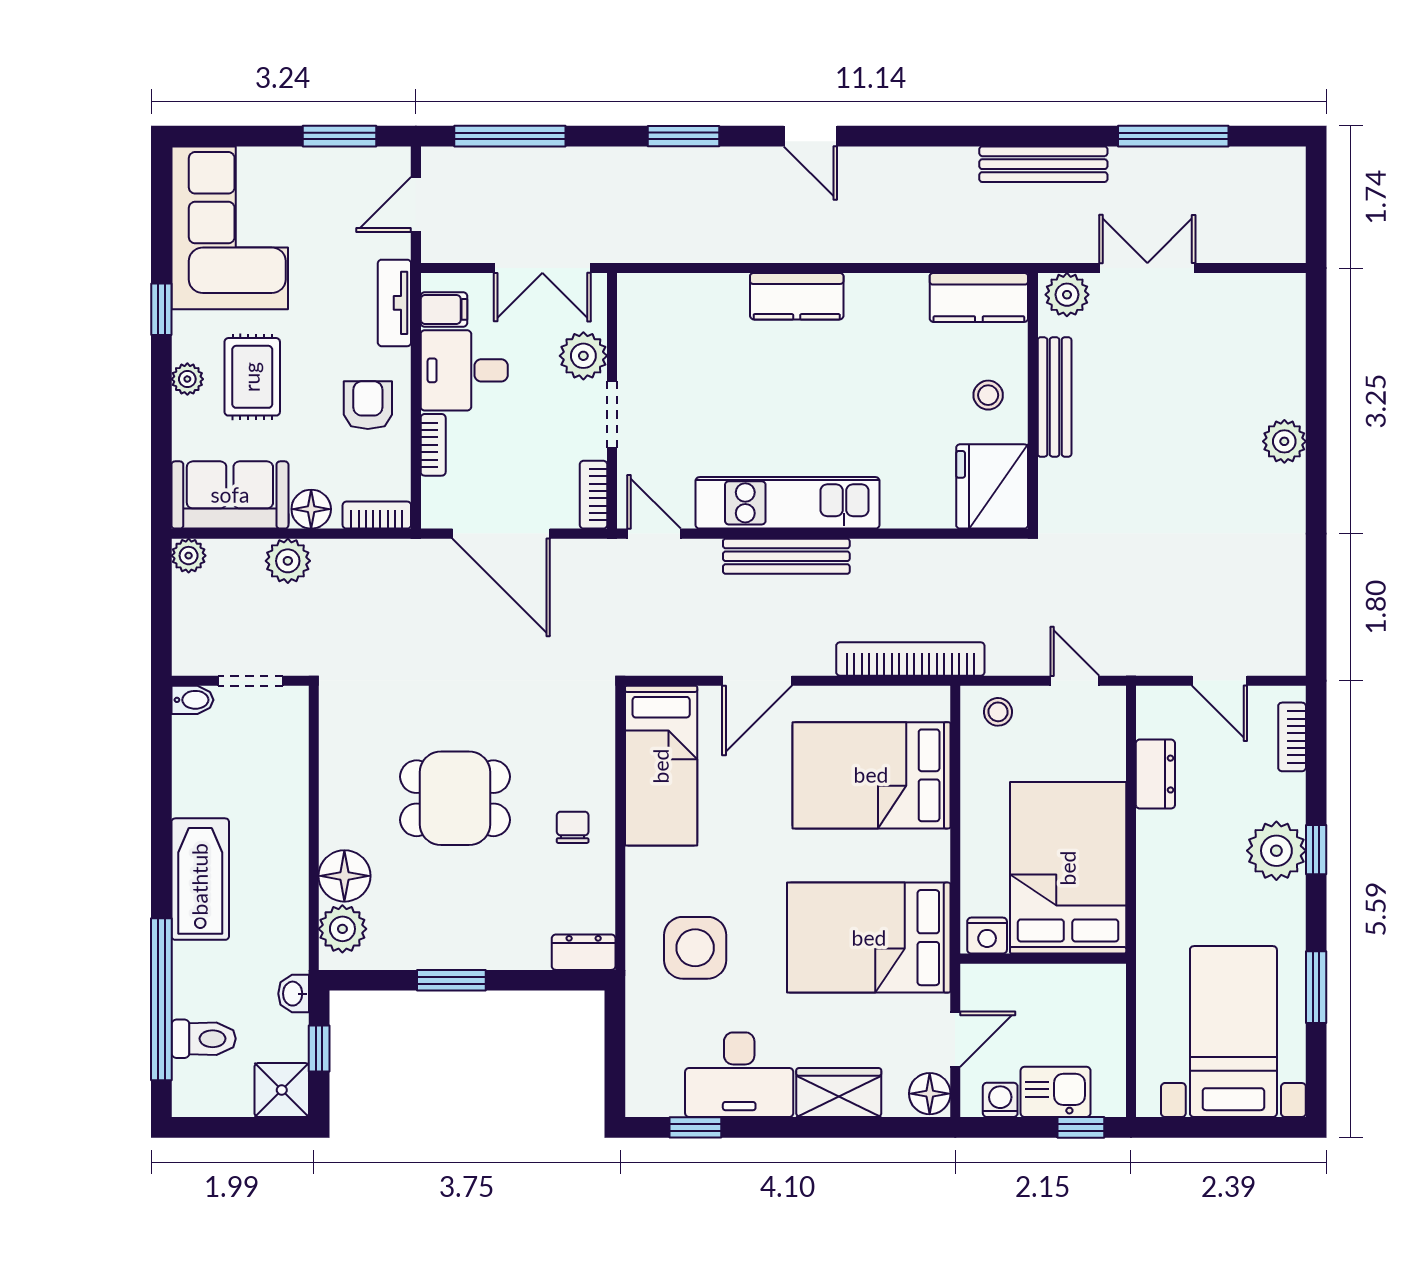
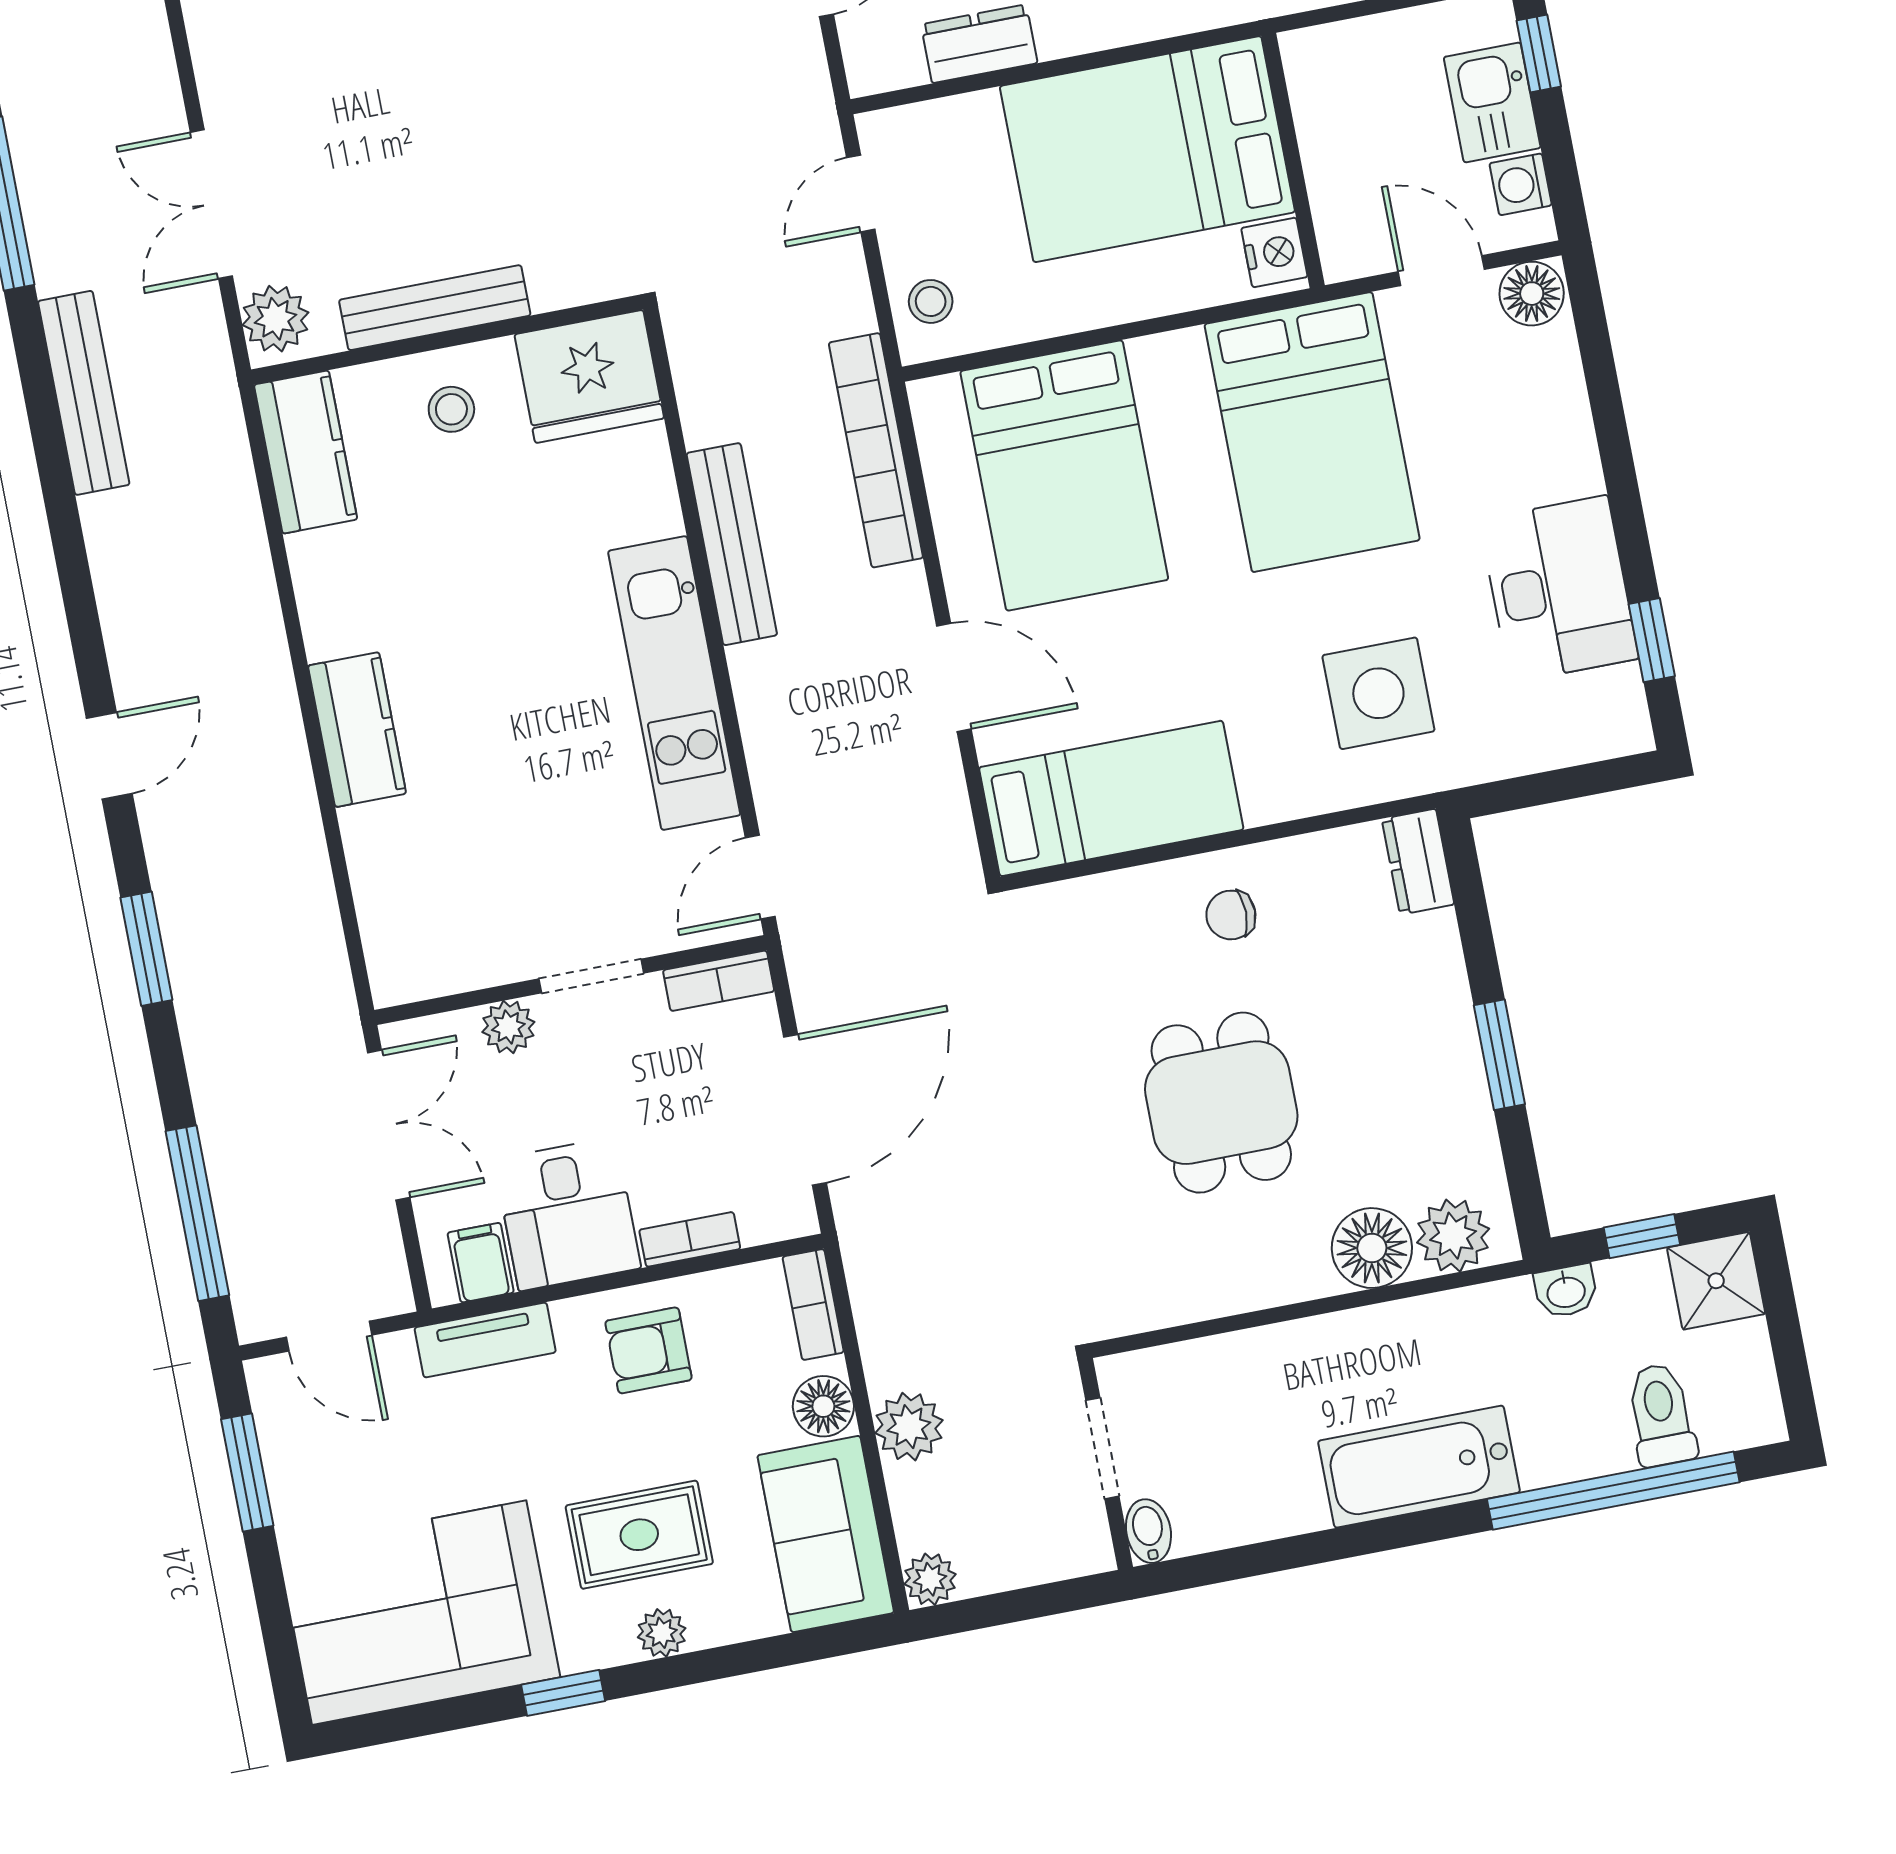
plant: (583, 356) -> (508, 1027), width x0.73, depth x0.73
bench: (786, 556) -> (732, 544), moved
wardrobe: (839, 1093) -> (1557, 432), removed

